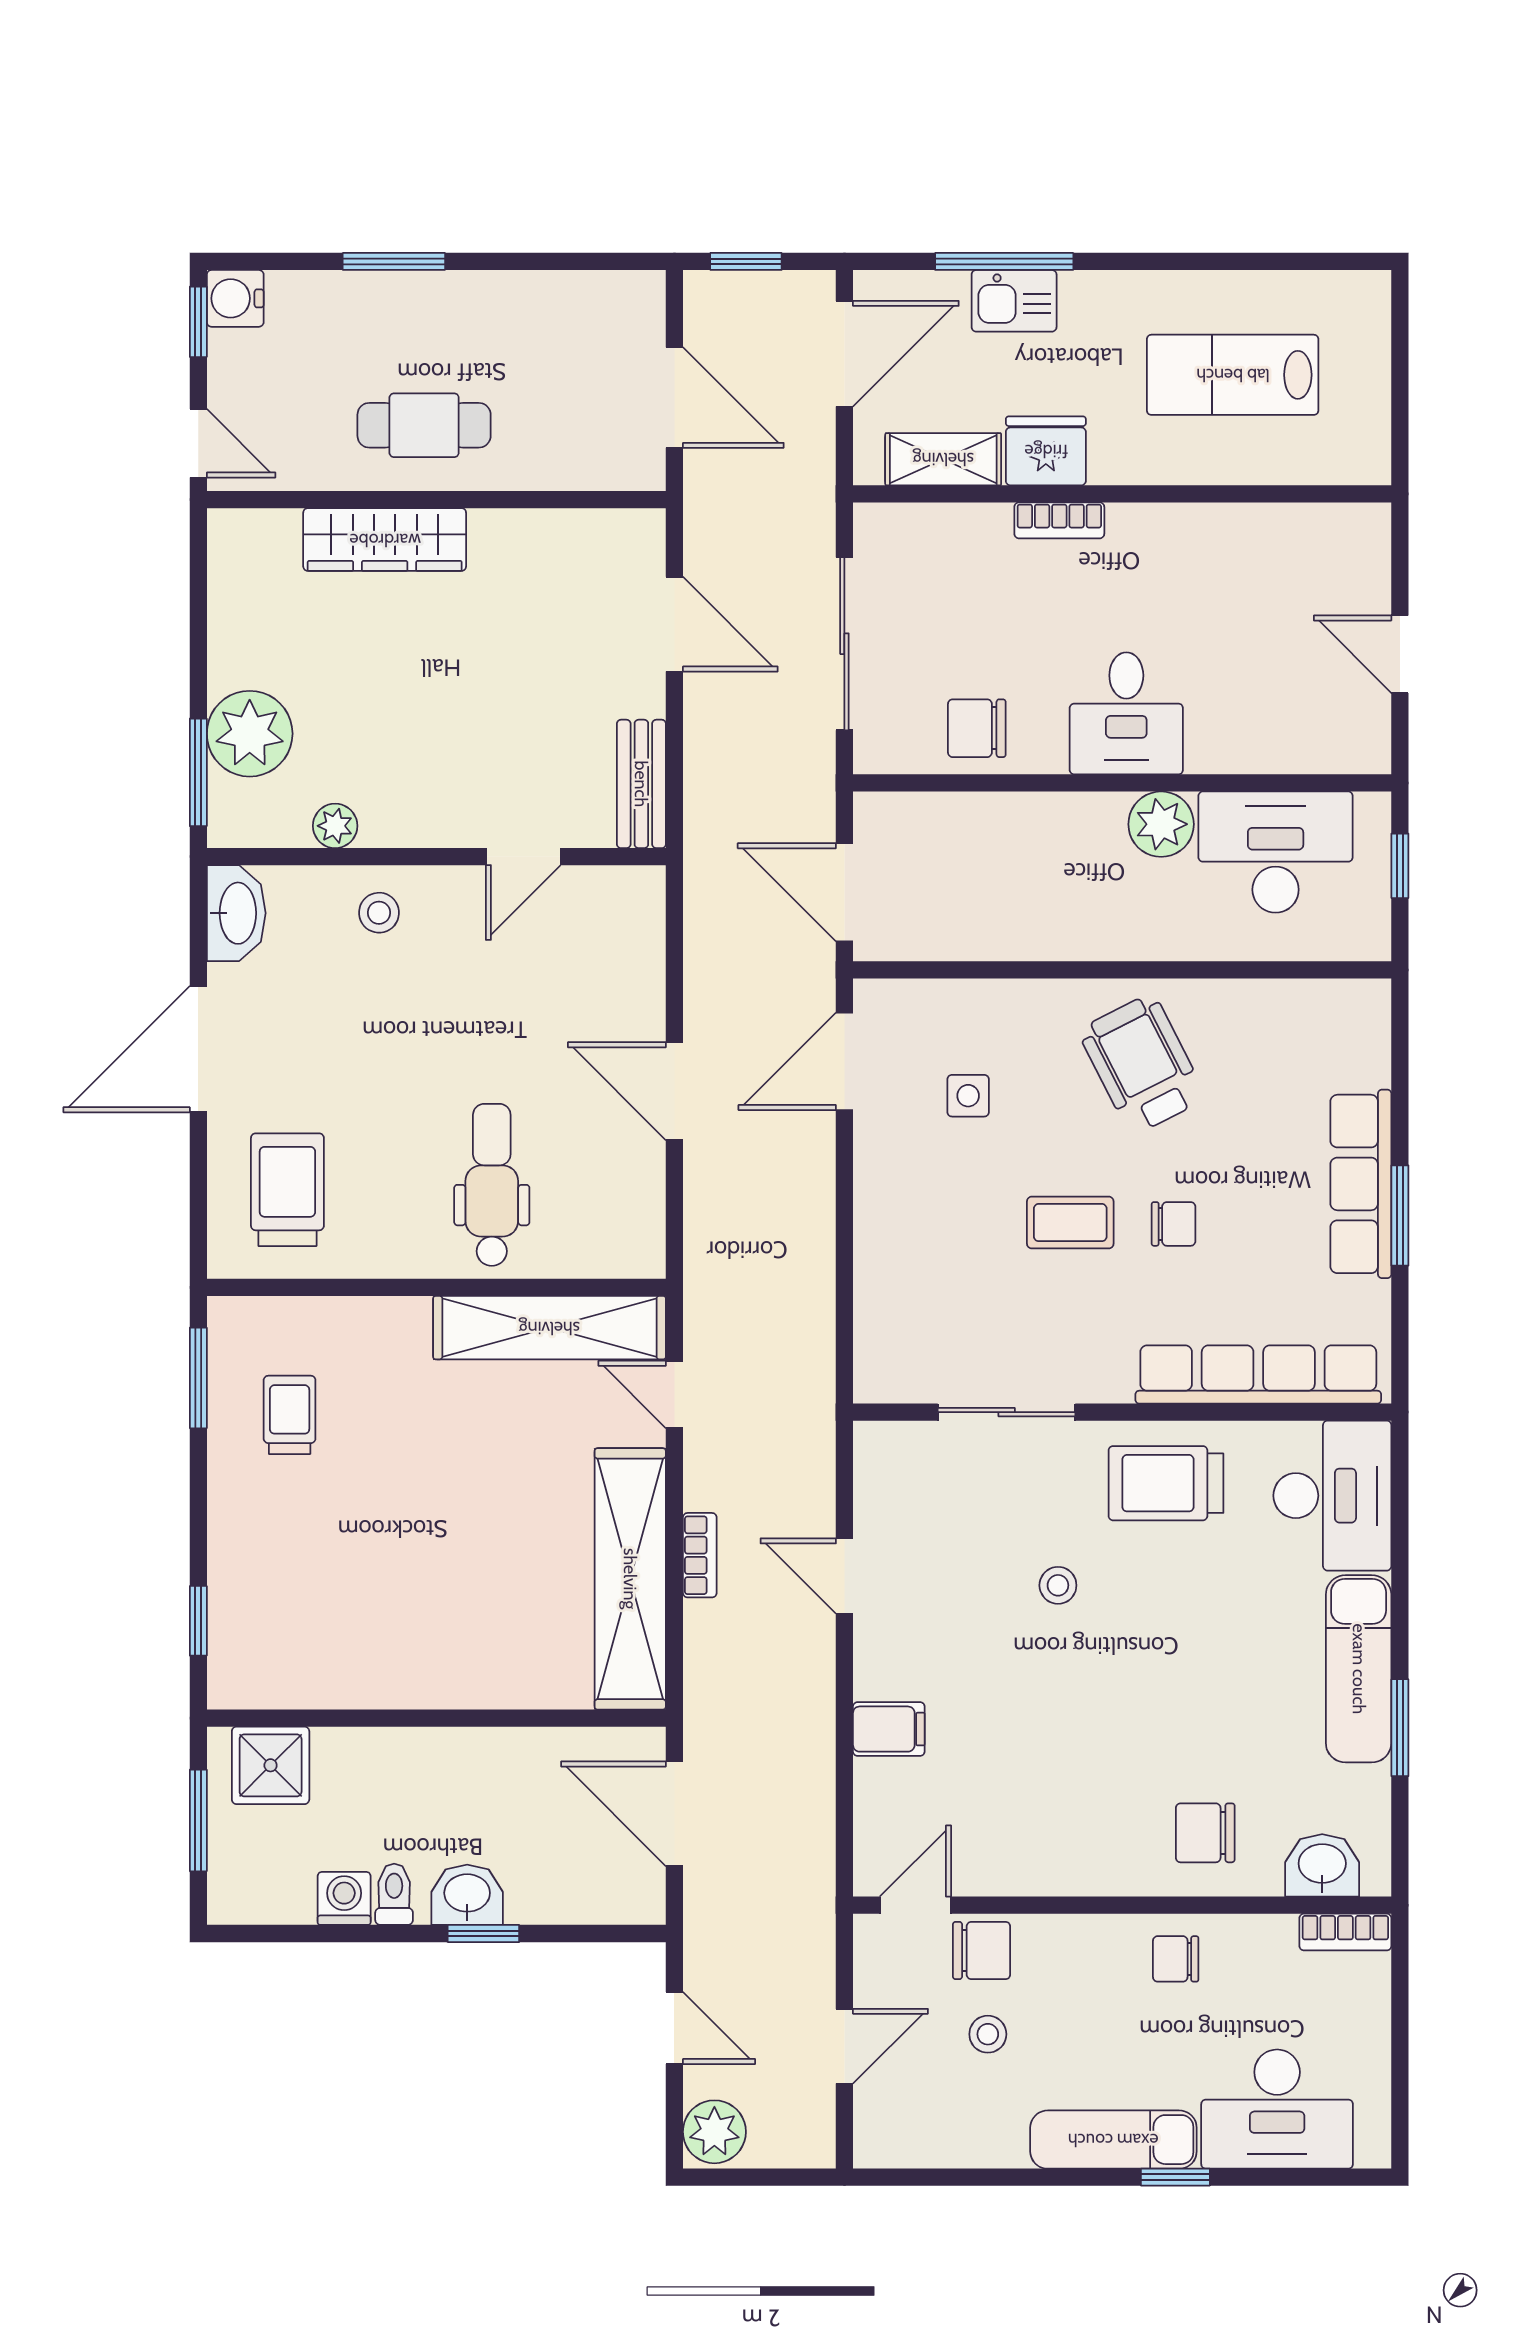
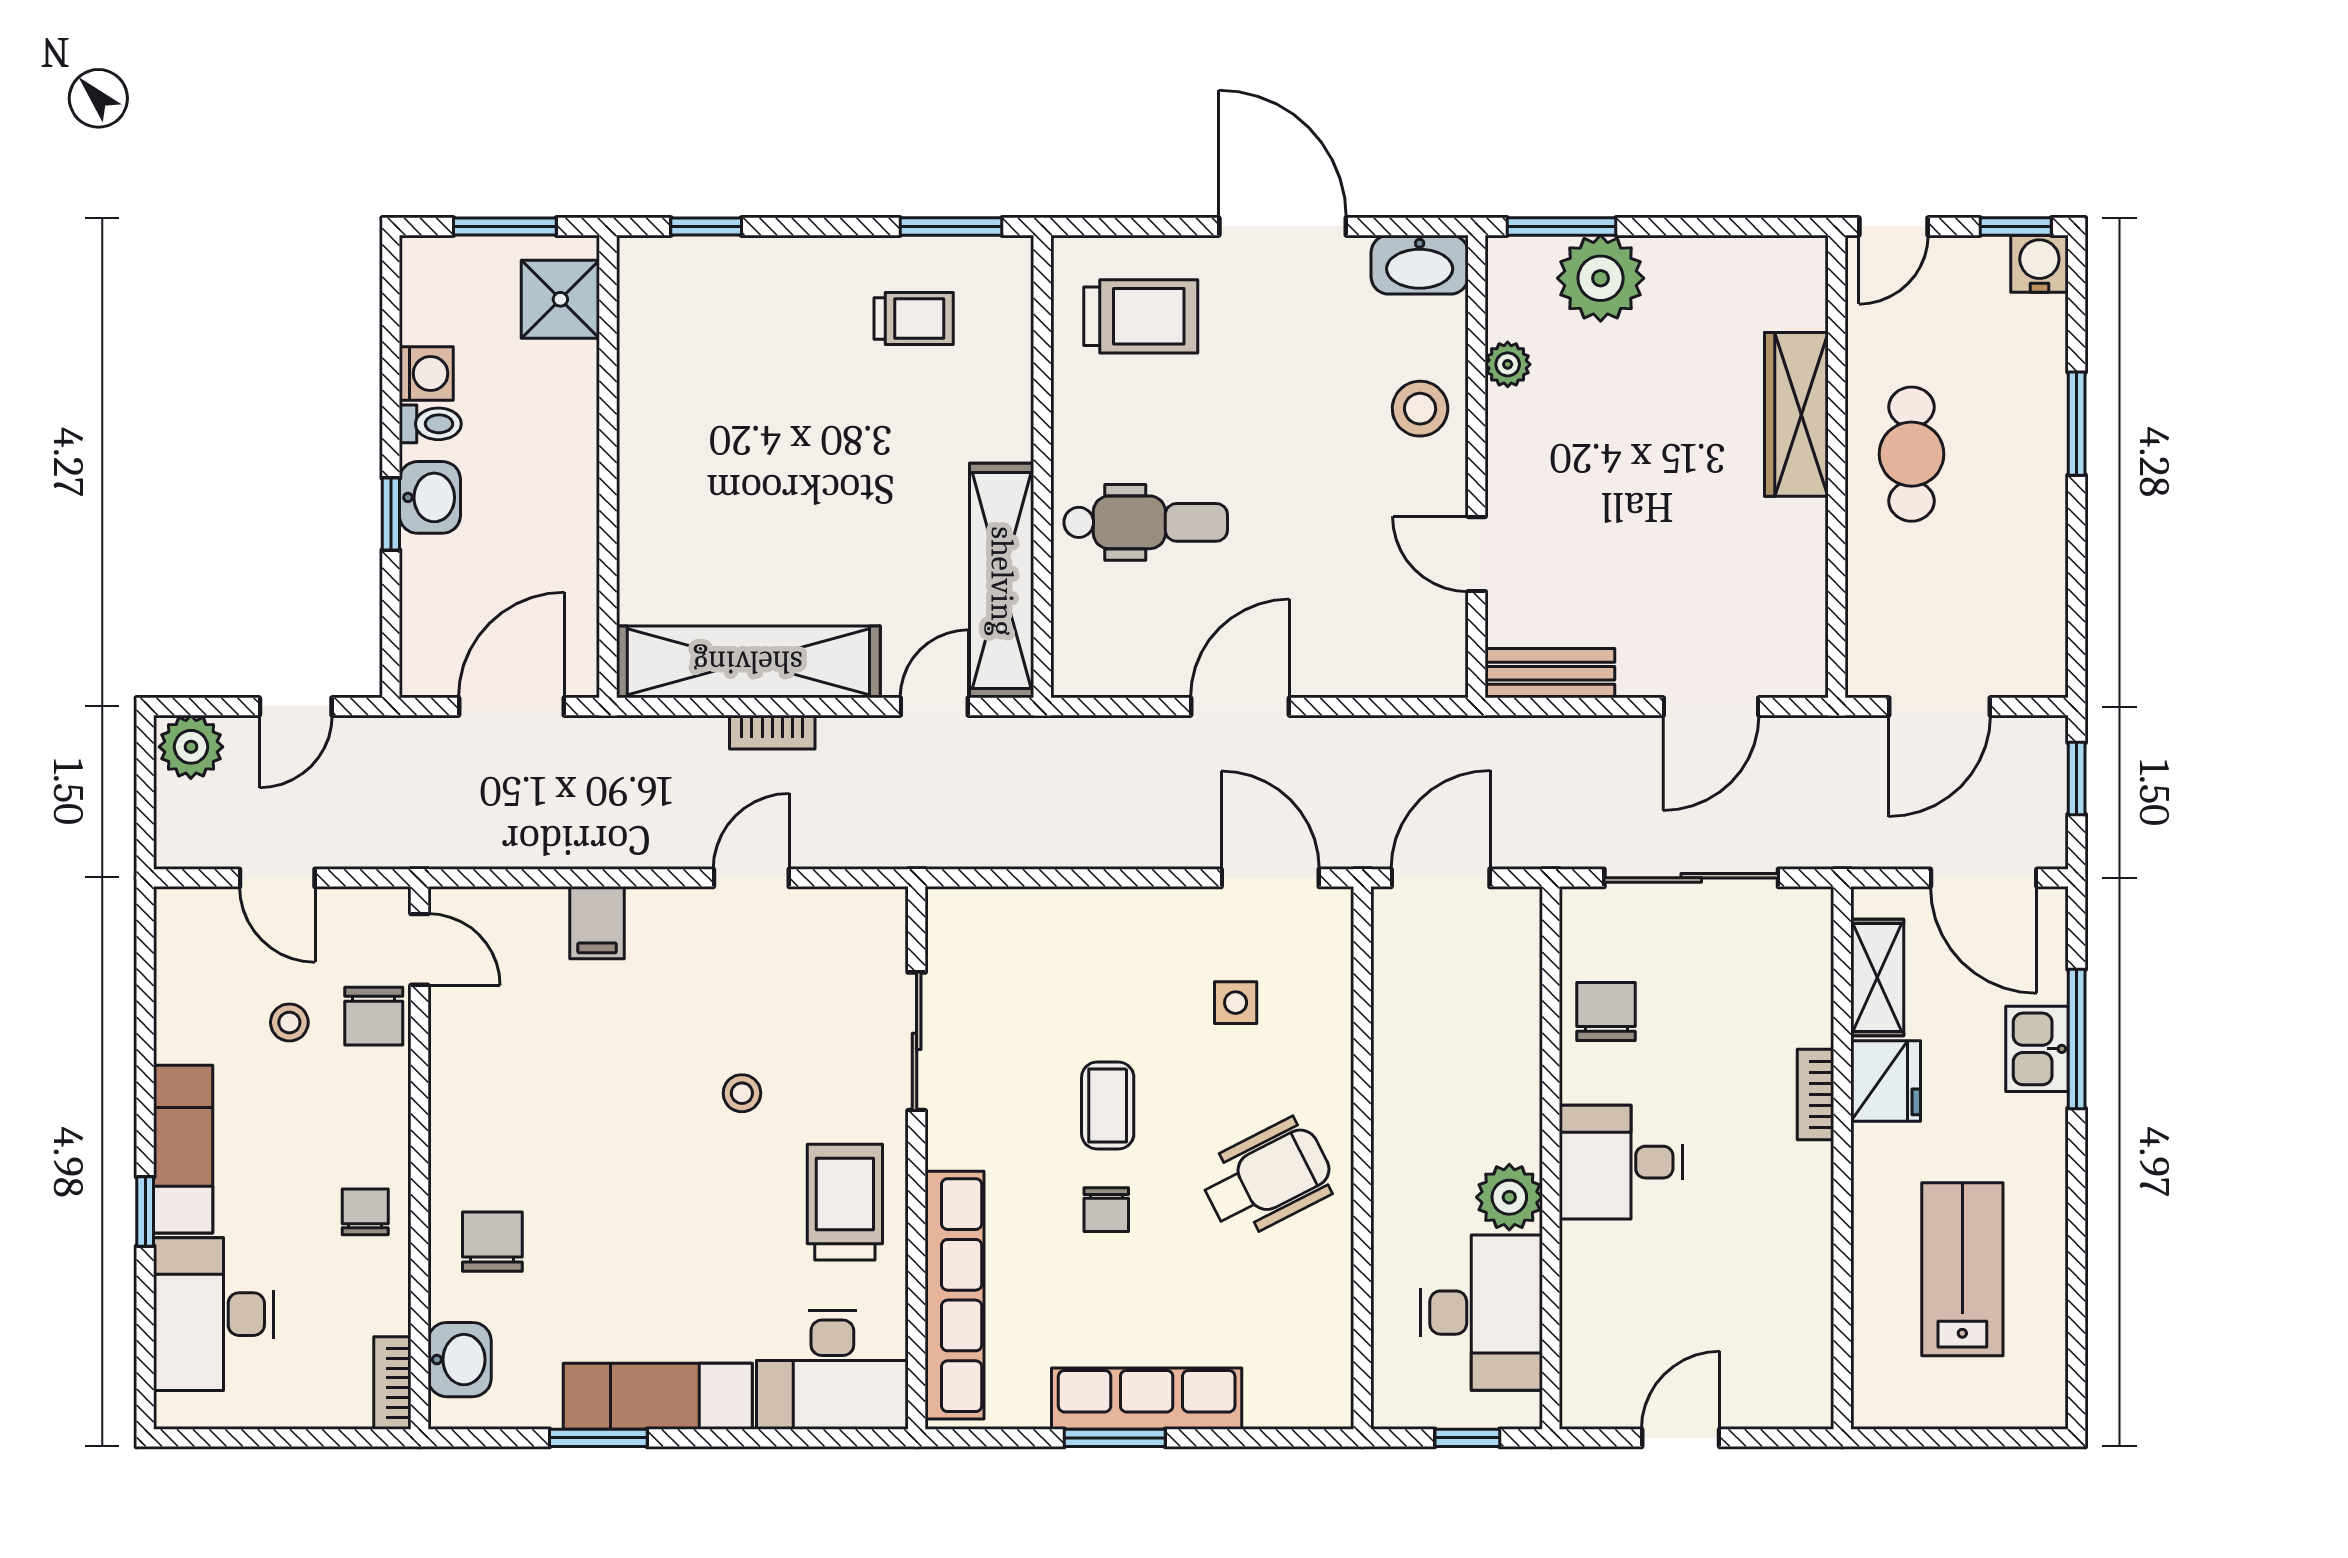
stool: (379, 913) -> (1420, 409), width x1.37, depth x1.37

